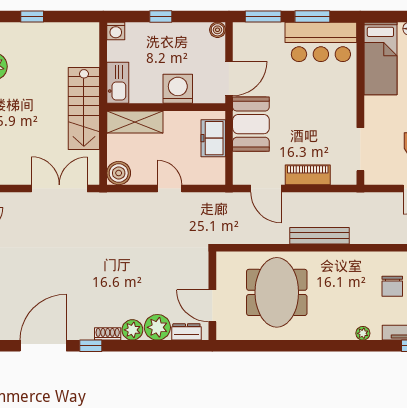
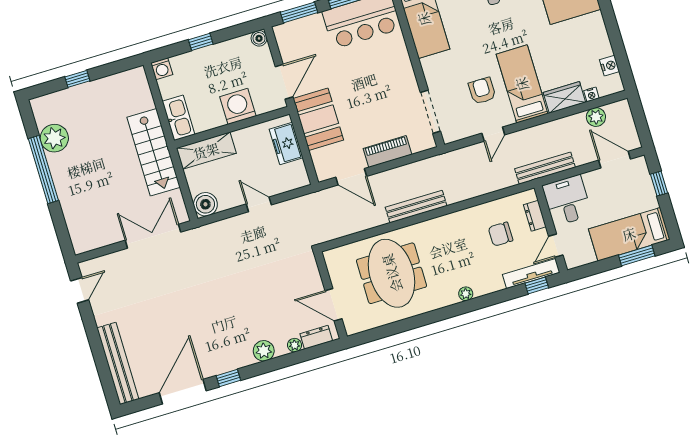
chair: (392, 286) -> (501, 234), turned 90
plant: (157, 327) -> (295, 345), width x0.53, depth x0.53
plant: (363, 333) -> (466, 294), moved
shoe rack: (108, 334) -> (241, 362), removed

